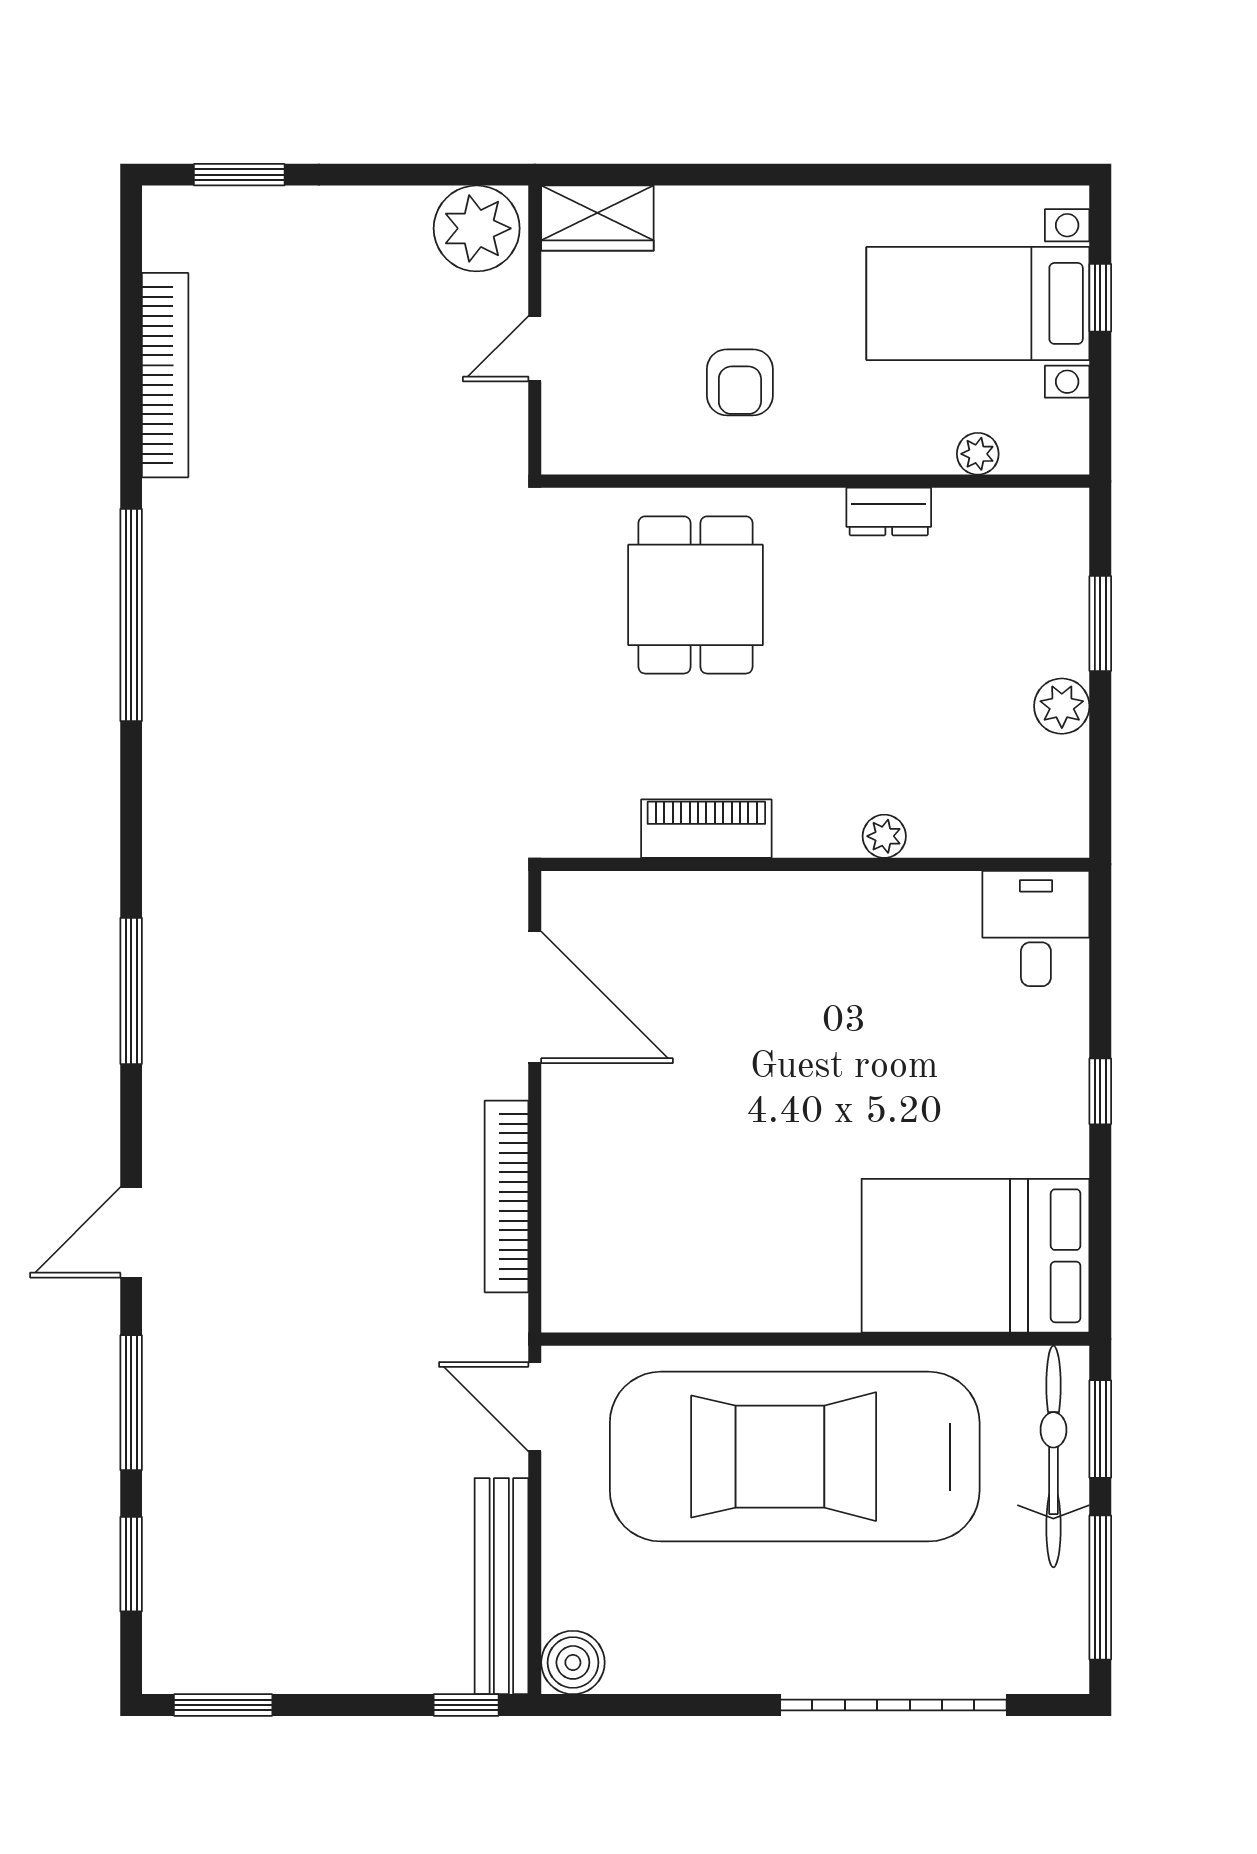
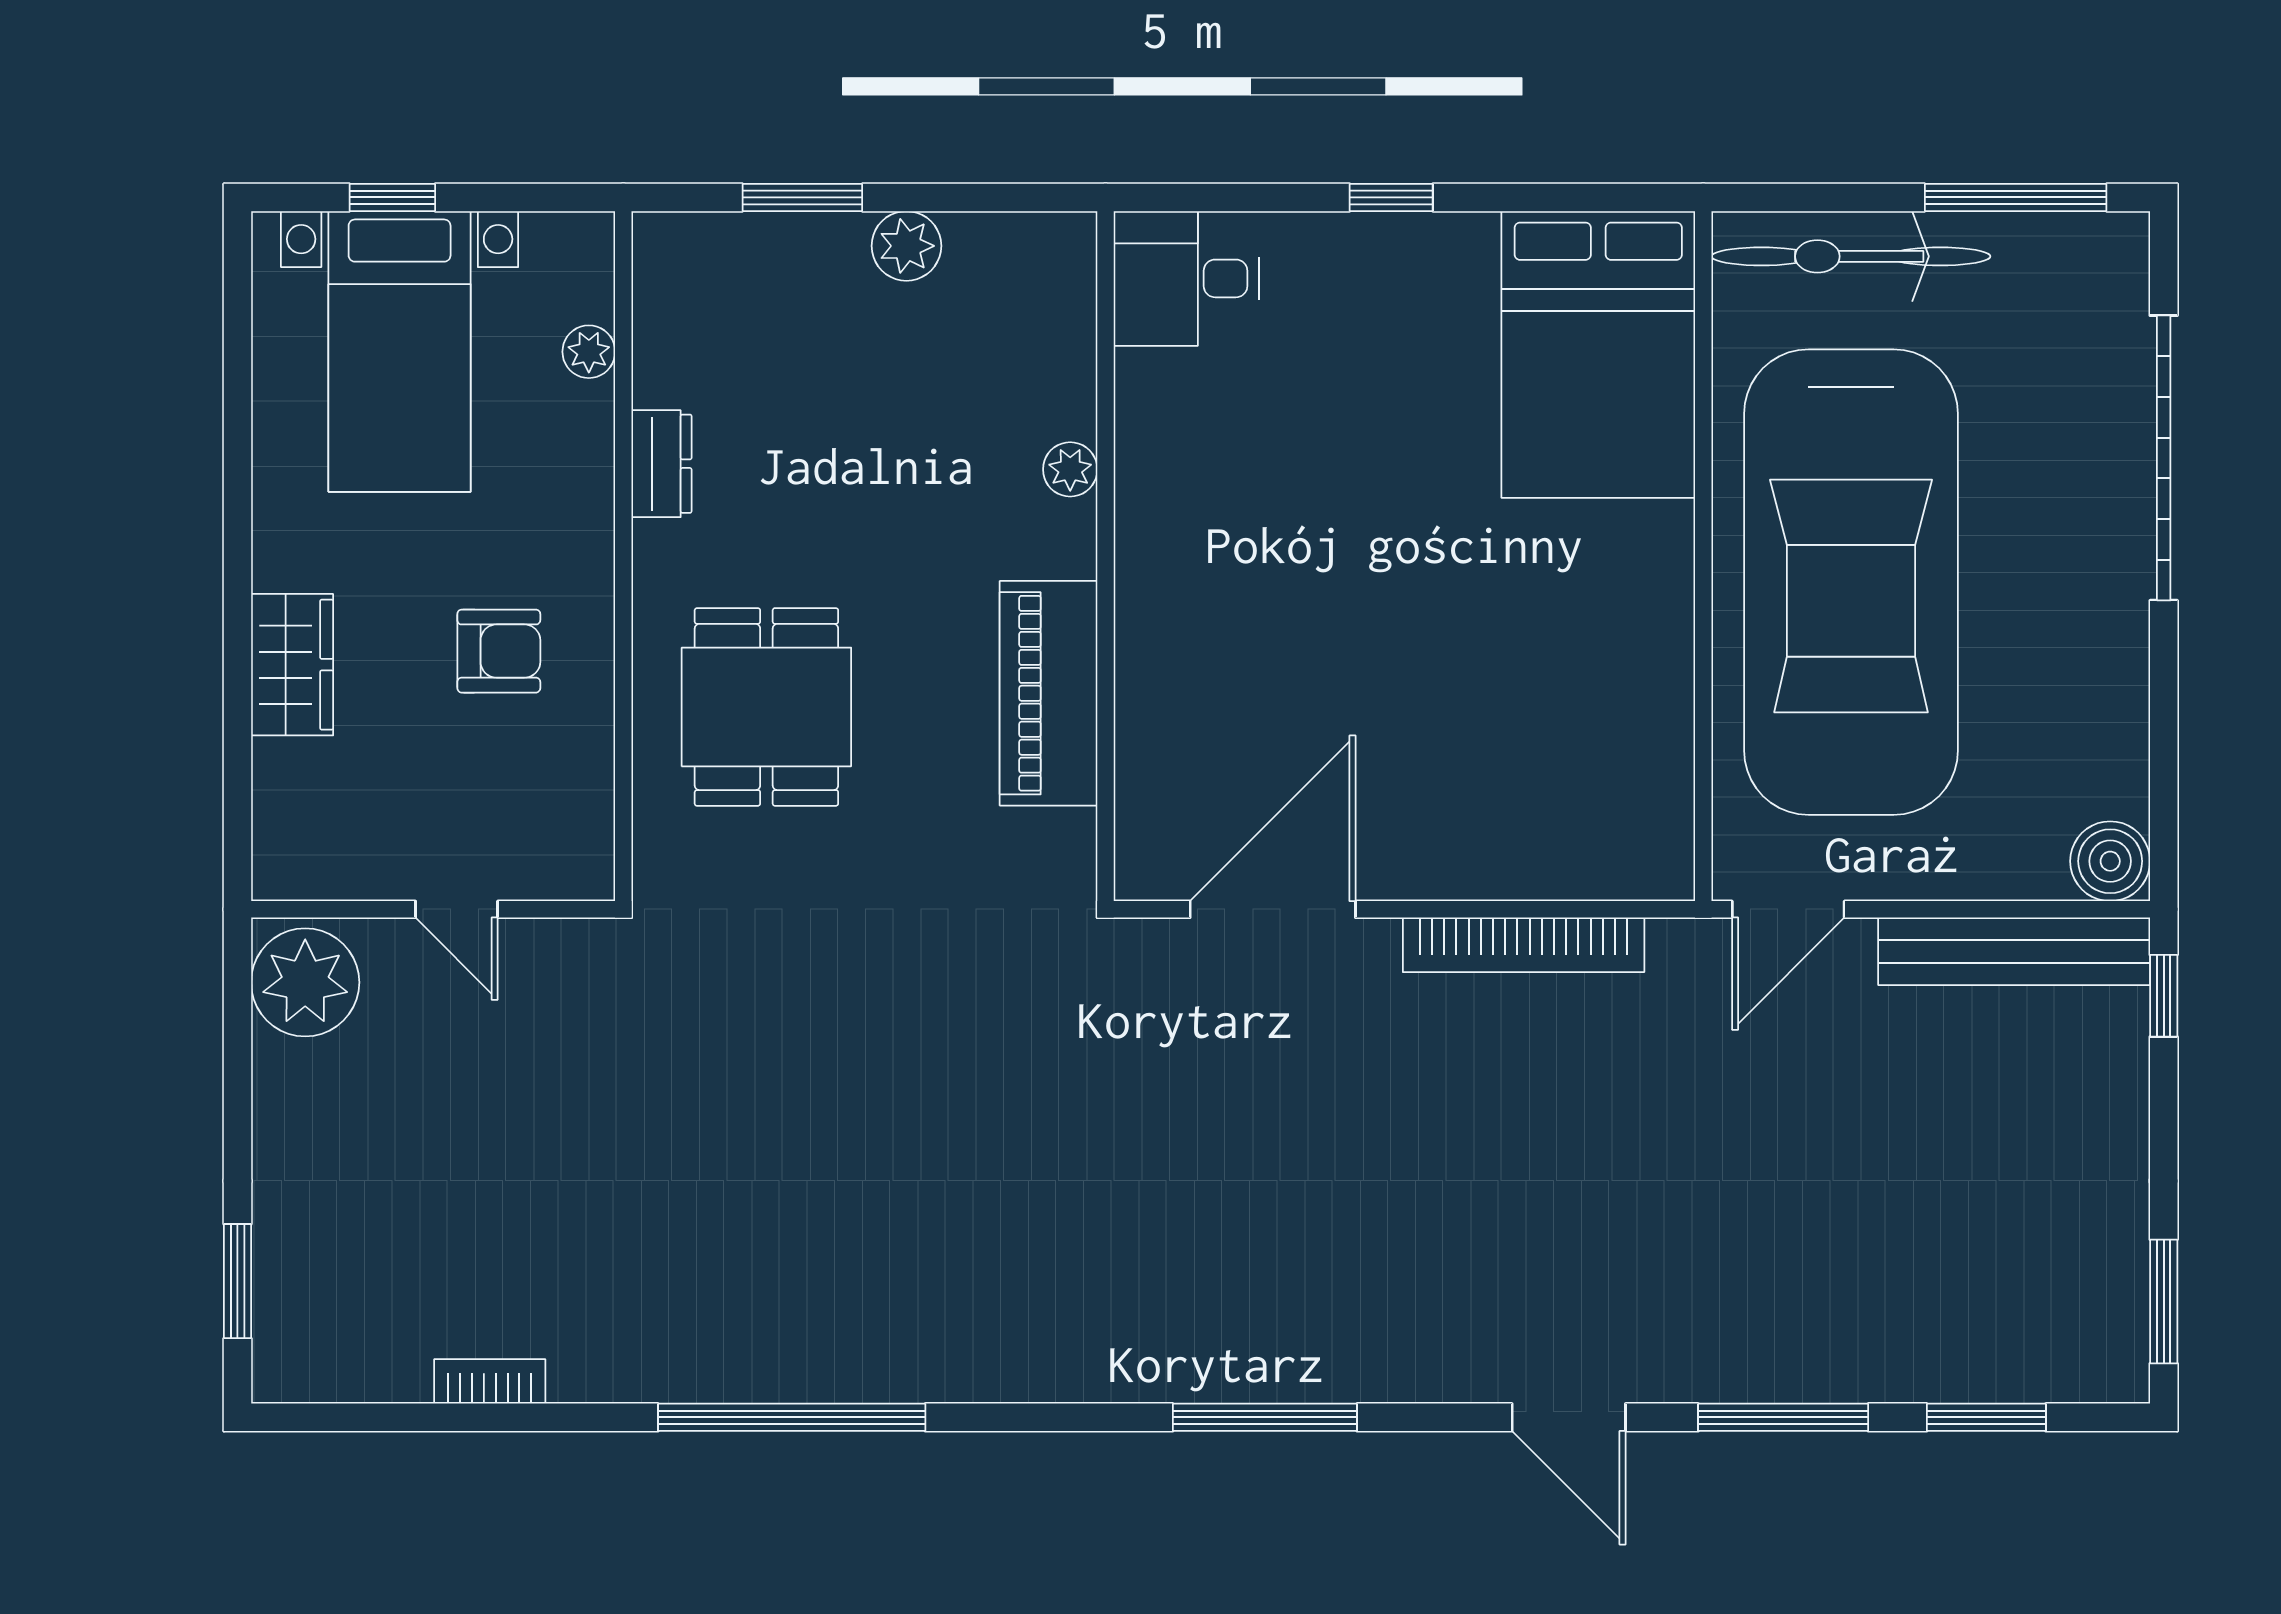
wardrobe: (597, 218) -> (292, 665), moved
bookcase: (165, 375) -> (490, 1381), width x0.43, depth x0.76
dining table: (696, 595) -> (766, 707), turned 90
piano: (706, 829) -> (1049, 693), width x1.37, depth x1.33
window: (1100, 1429) -> (1816, 197), removed

